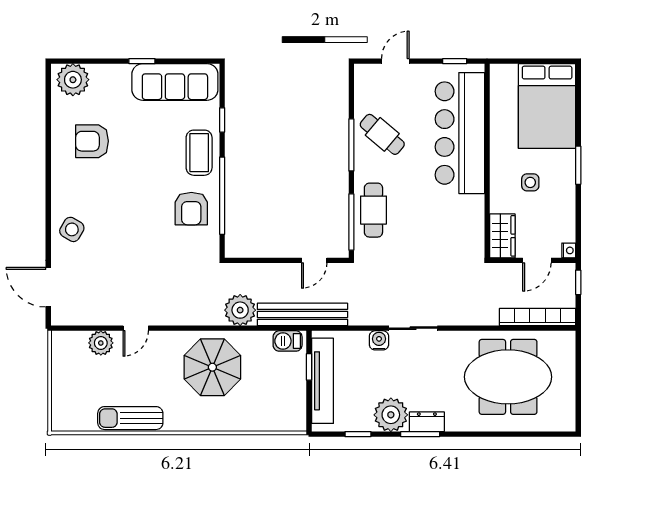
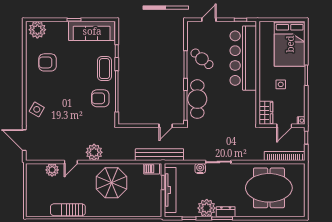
armchair: (191, 209) -> (100, 98), turned 90
cafe table: (373, 210) -> (197, 99), width x1.37, depth x1.35
plant: (240, 310) -> (94, 152), moved

